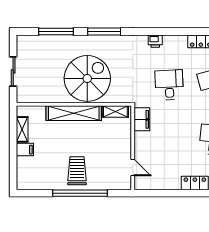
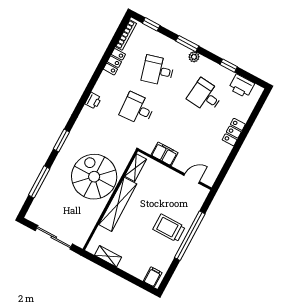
window: (104, 32) -> (61, 140), width x0.69
sliding door: (13, 71) -> (54, 237), width x1.37
filing cabinet: (142, 119) -> (165, 154), moved
filing cabinet: (25, 150) -> (153, 277), moved

